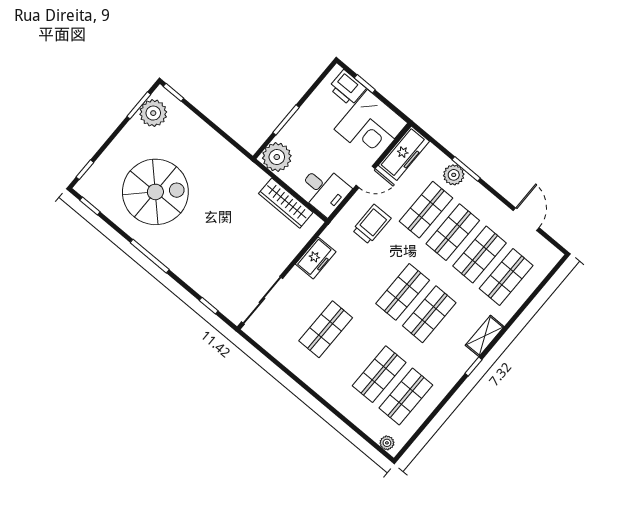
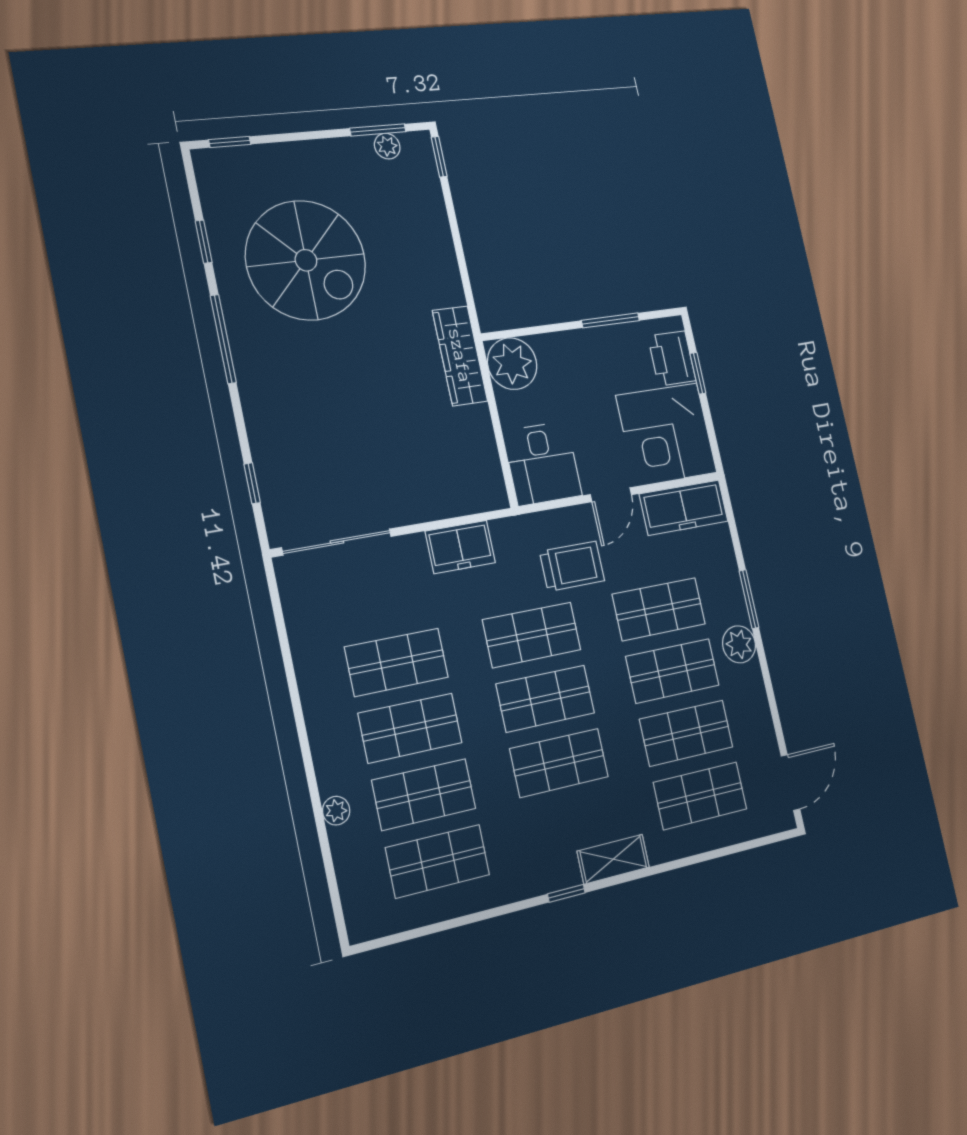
plant: (153, 113) -> (387, 146), width x0.53, depth x0.53
window: (286, 120) -> (611, 320), moved
plant: (454, 175) -> (739, 644), moved
door: (366, 177) -> (611, 495), hinge flipped
wardrobe: (286, 203) -> (460, 356), moved
window: (90, 206) -> (204, 242), moved
door: (526, 219) -> (790, 783), moved
shop shelf: (376, 269) -> (532, 635), added
shop shelf: (352, 352) -> (410, 728), added
plant: (387, 443) -> (336, 811), moved

